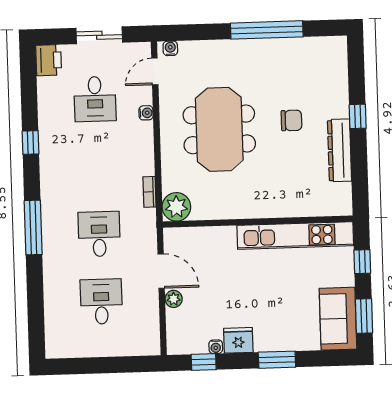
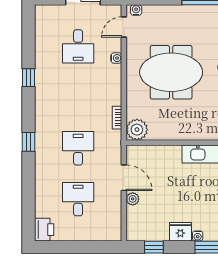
printer: (49, 60) -> (44, 230), moved
meeting table: (219, 129) -> (171, 72), turned 90
window: (33, 228) -> (29, 142), width x0.46
water cooler: (216, 347) -> (198, 236), moved

